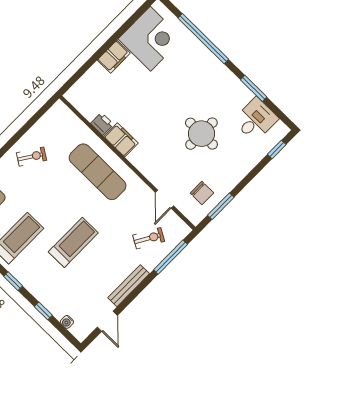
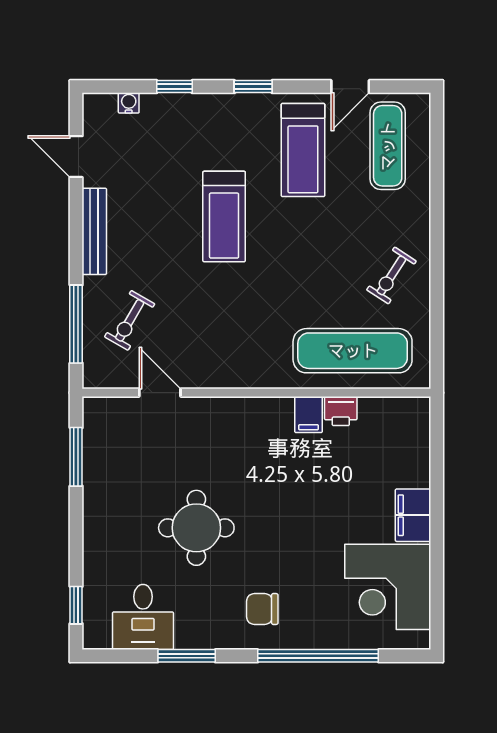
filing cabinet: (121, 140) -> (309, 415), width x0.50
exercise mat: (98, 172) -> (353, 351), moved
chair: (202, 193) -> (262, 609), moved

